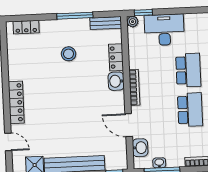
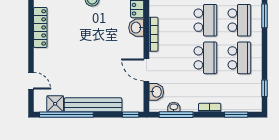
locker: (16, 102) -> (40, 27), moved

